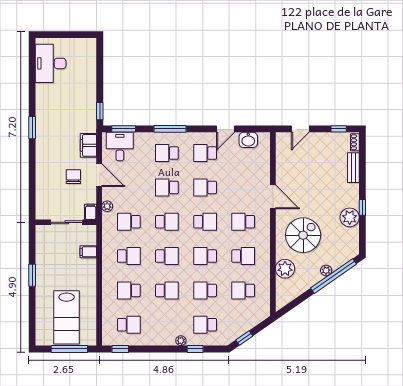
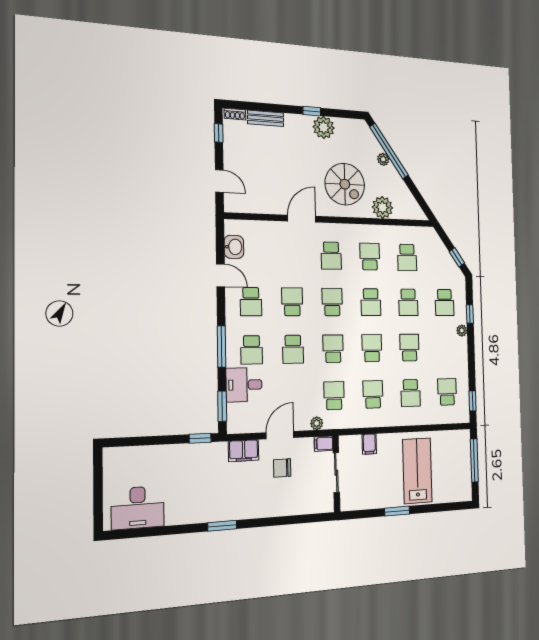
desk: (120, 147) -> (244, 385), moved
school desk: (205, 187) -> (292, 302), turned 180
school desk: (129, 222) -> (334, 396), turned 180
spiral stairs: (303, 235) -> (345, 184), turned 180
lab bench: (67, 317) -> (417, 471), moved, turned -90

